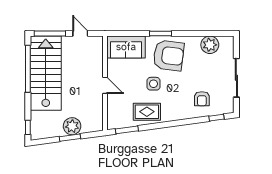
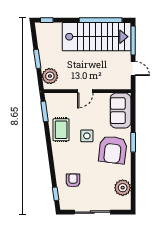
door: (80, 33) -> (133, 69), hinge flipped
armchair: (202, 99) -> (73, 180), turned 90
plant: (72, 126) -> (50, 76), moved

